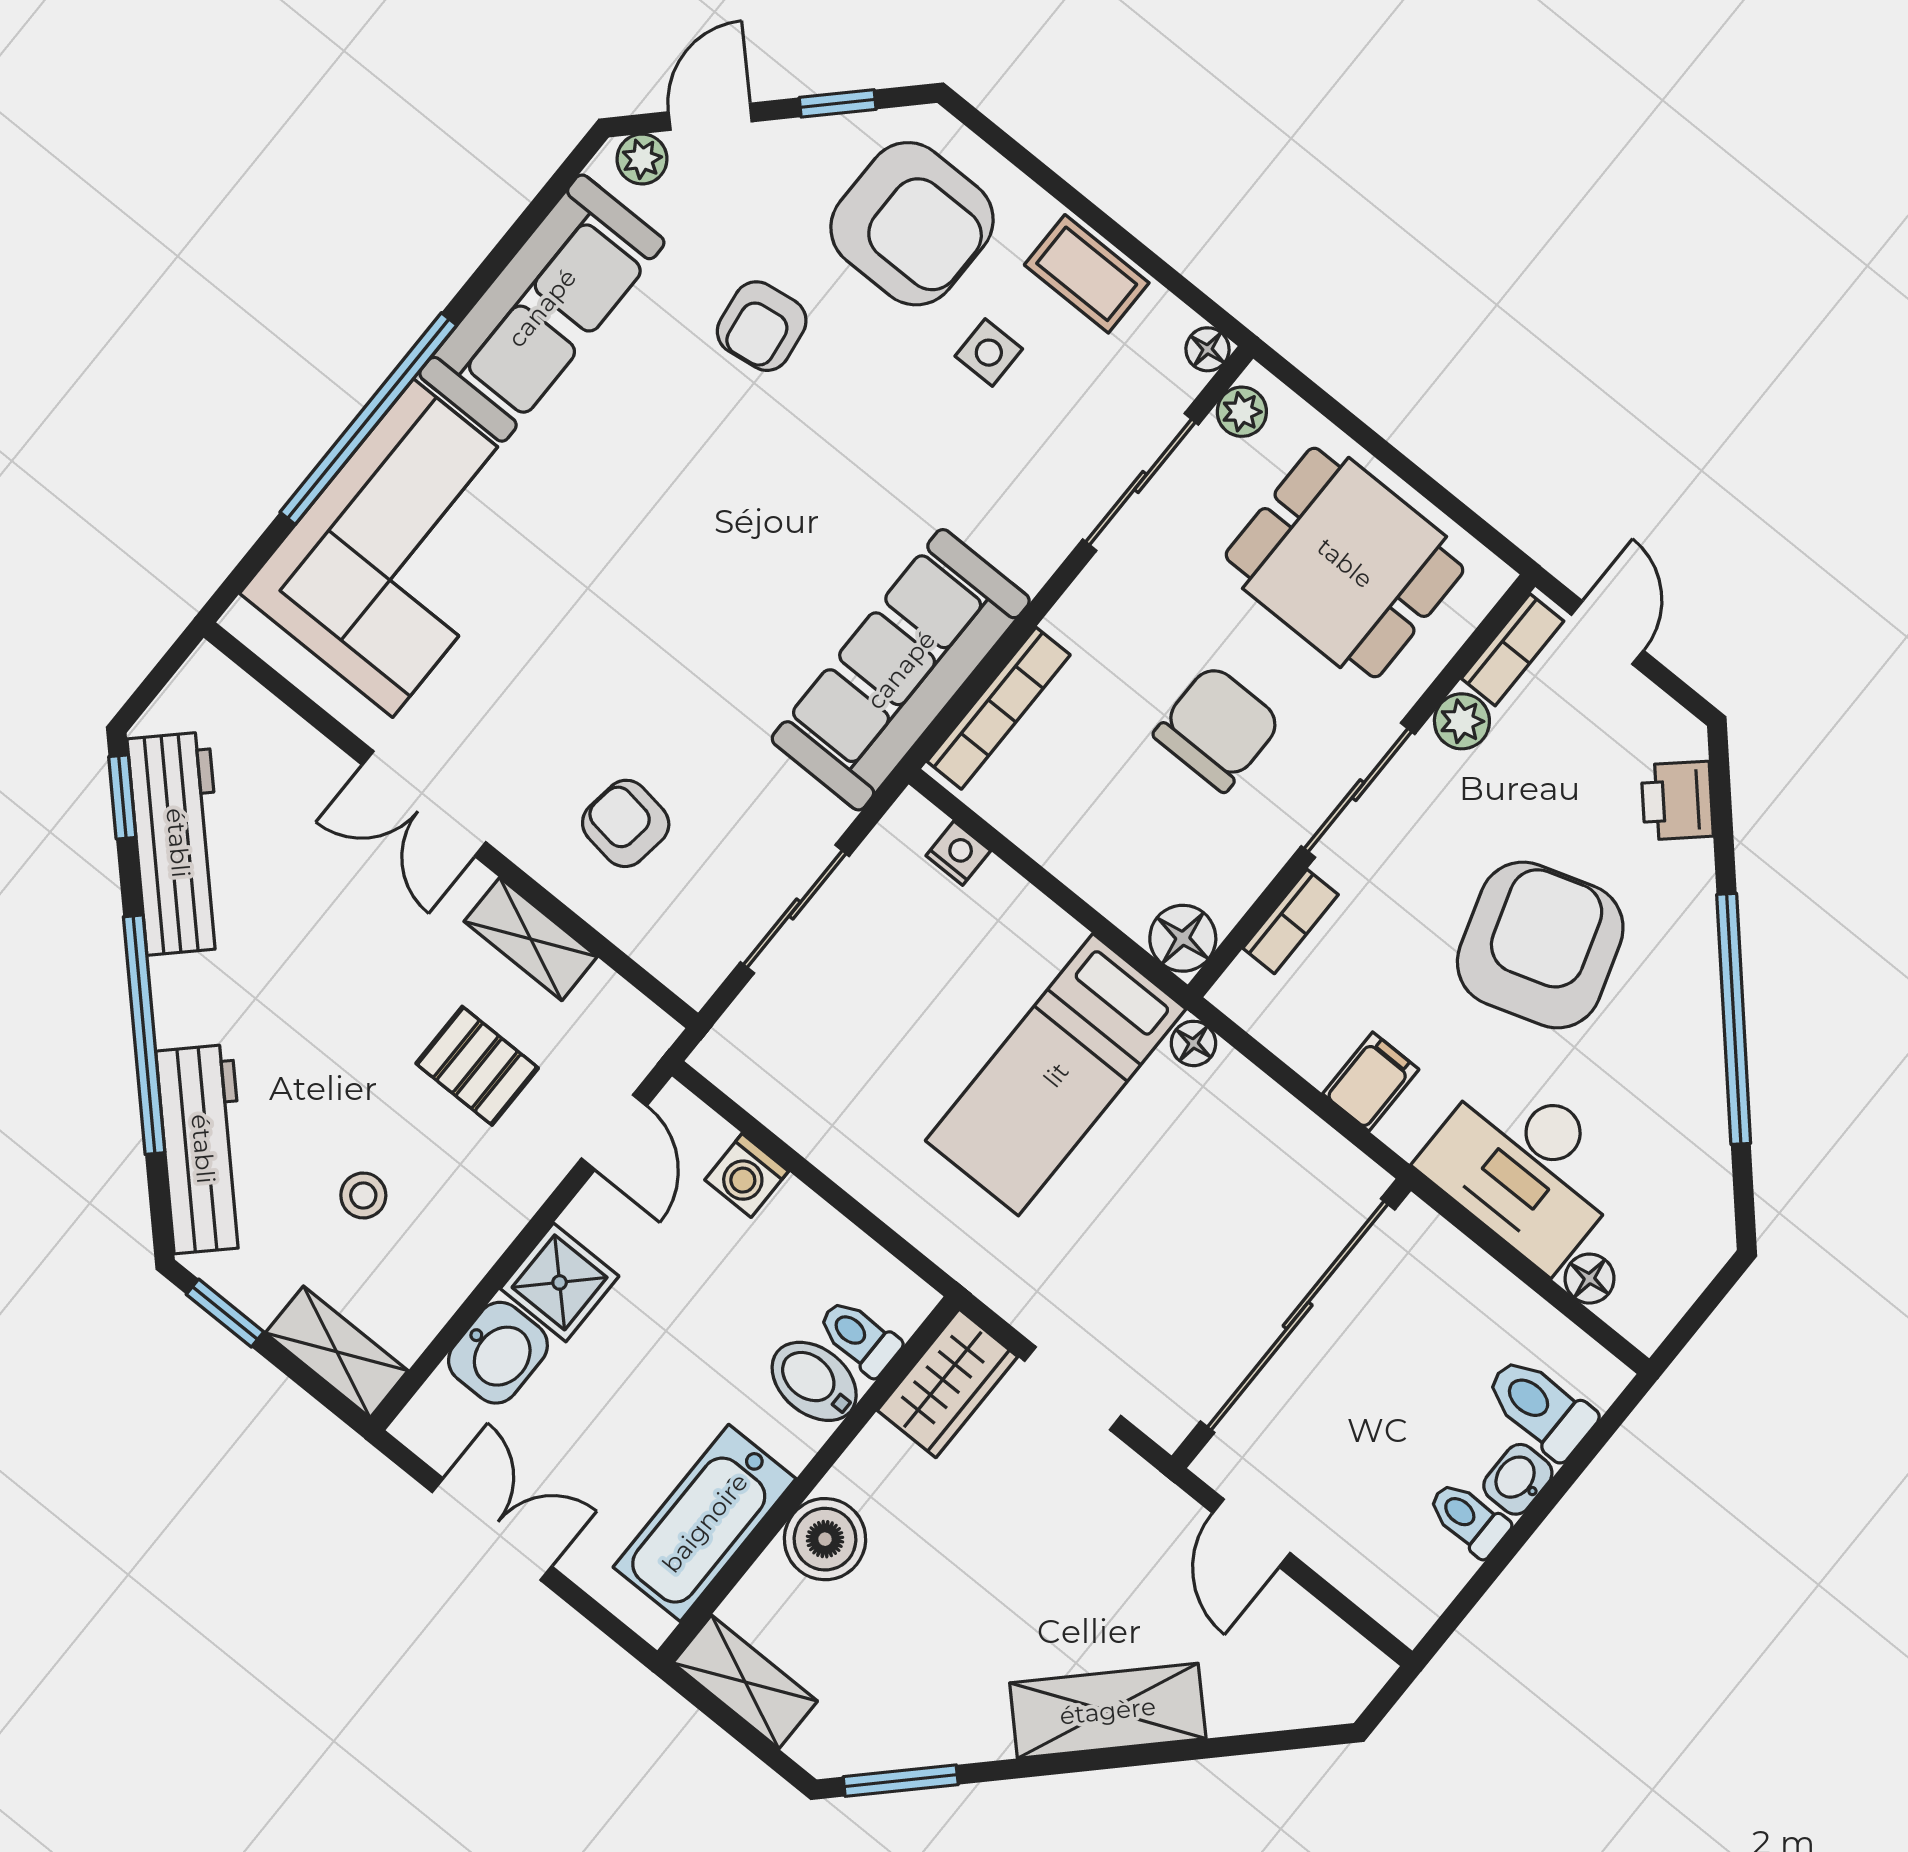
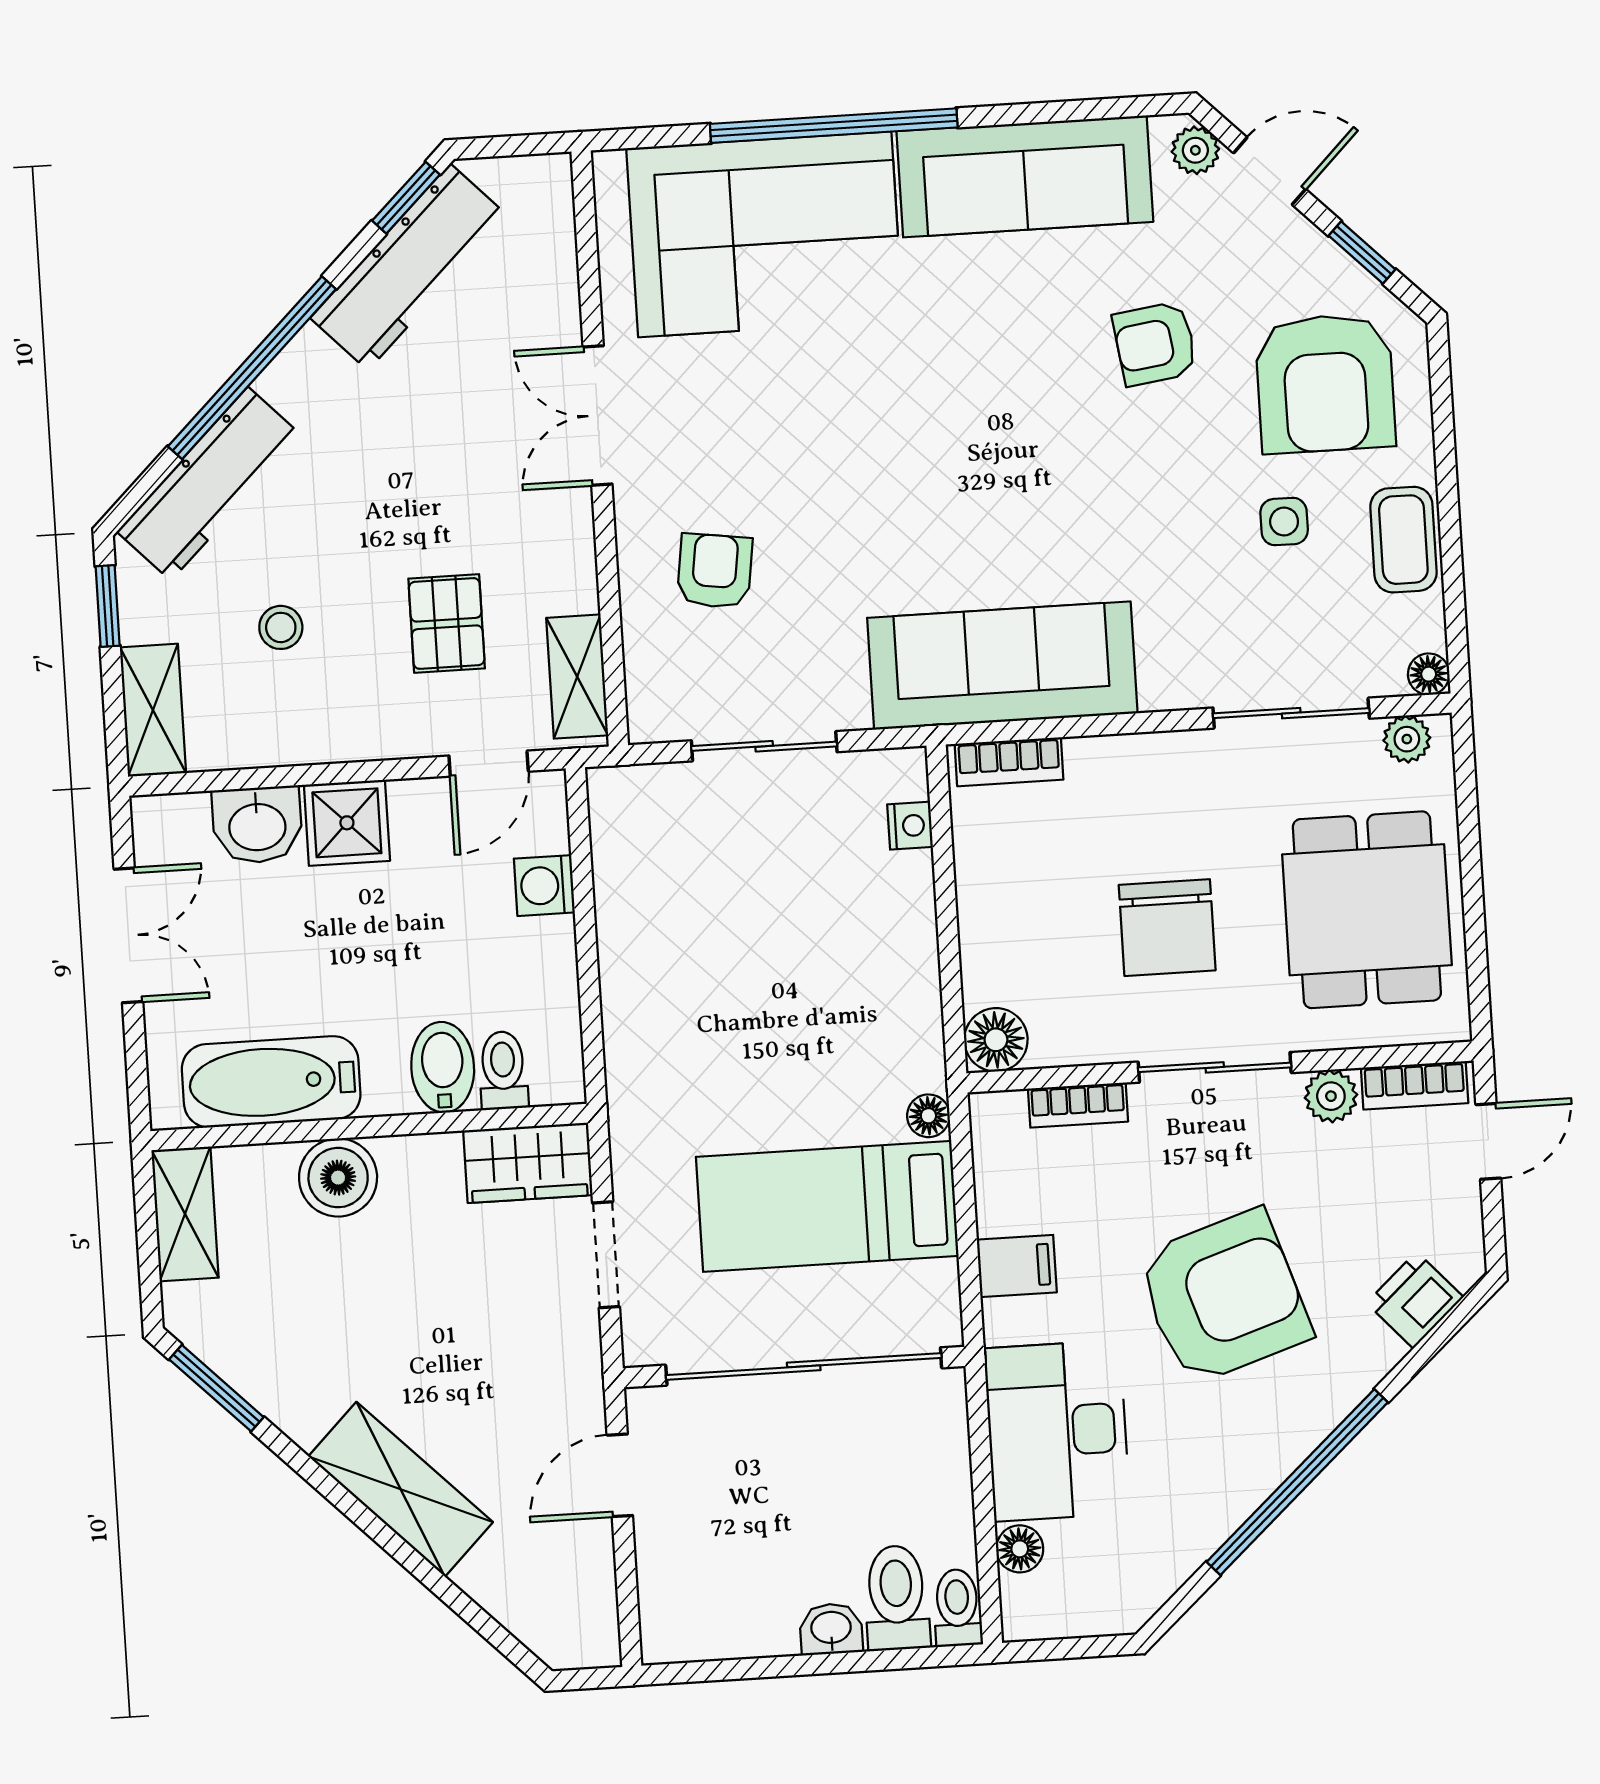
bookcase: (999, 708) -> (1009, 762), width x0.64
chair: (1218, 728) -> (1167, 928), turned 90
shelving: (531, 939) -> (577, 677), moved
bed: (1056, 1075) -> (827, 1206), moved
toilet: (1468, 1519) -> (957, 1608), moved

